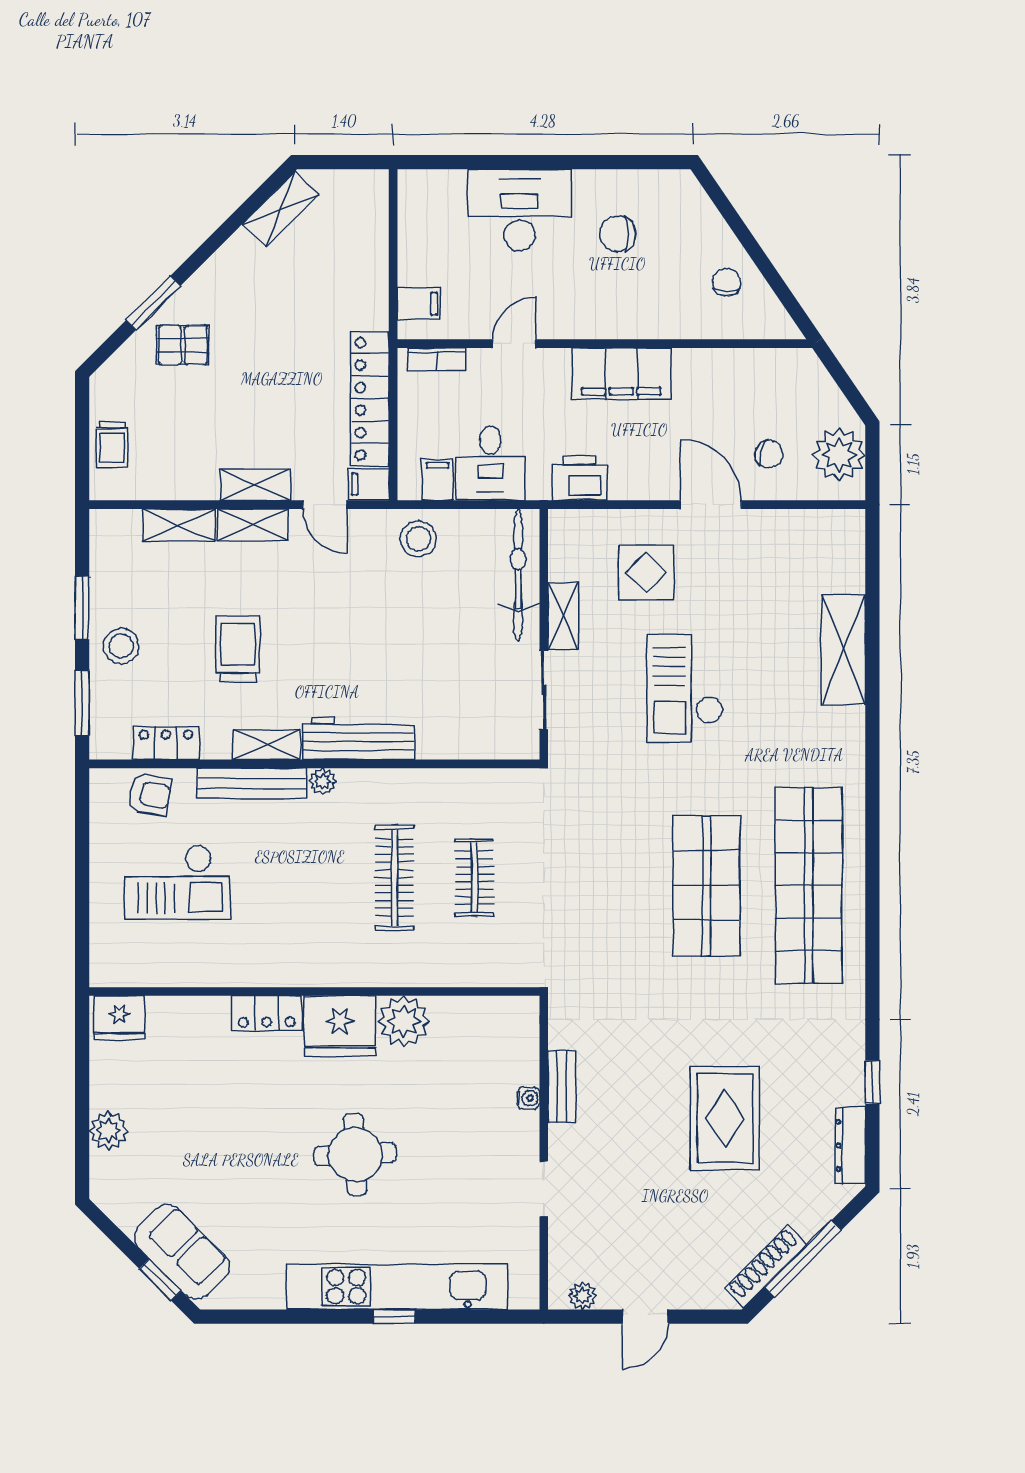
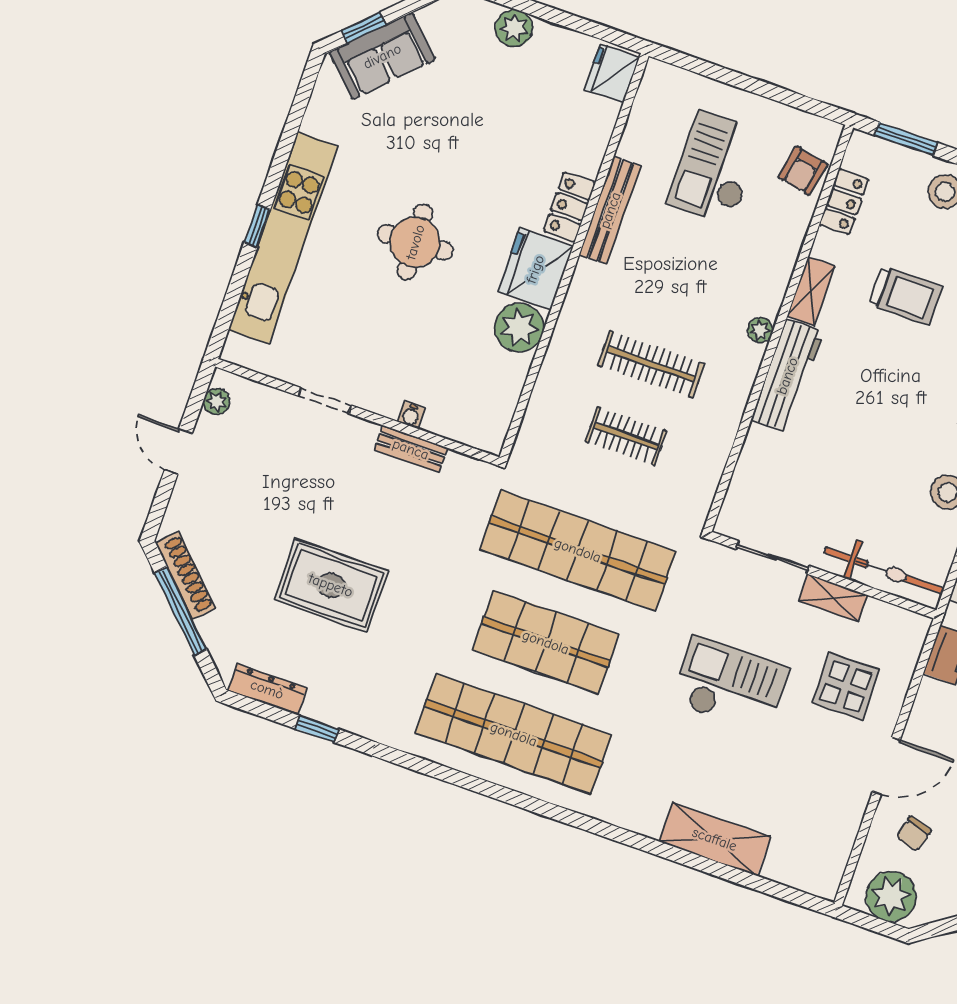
bench: (252, 783) -> (610, 210), moved
shop shelf: (604, 886) -> (578, 550), added

